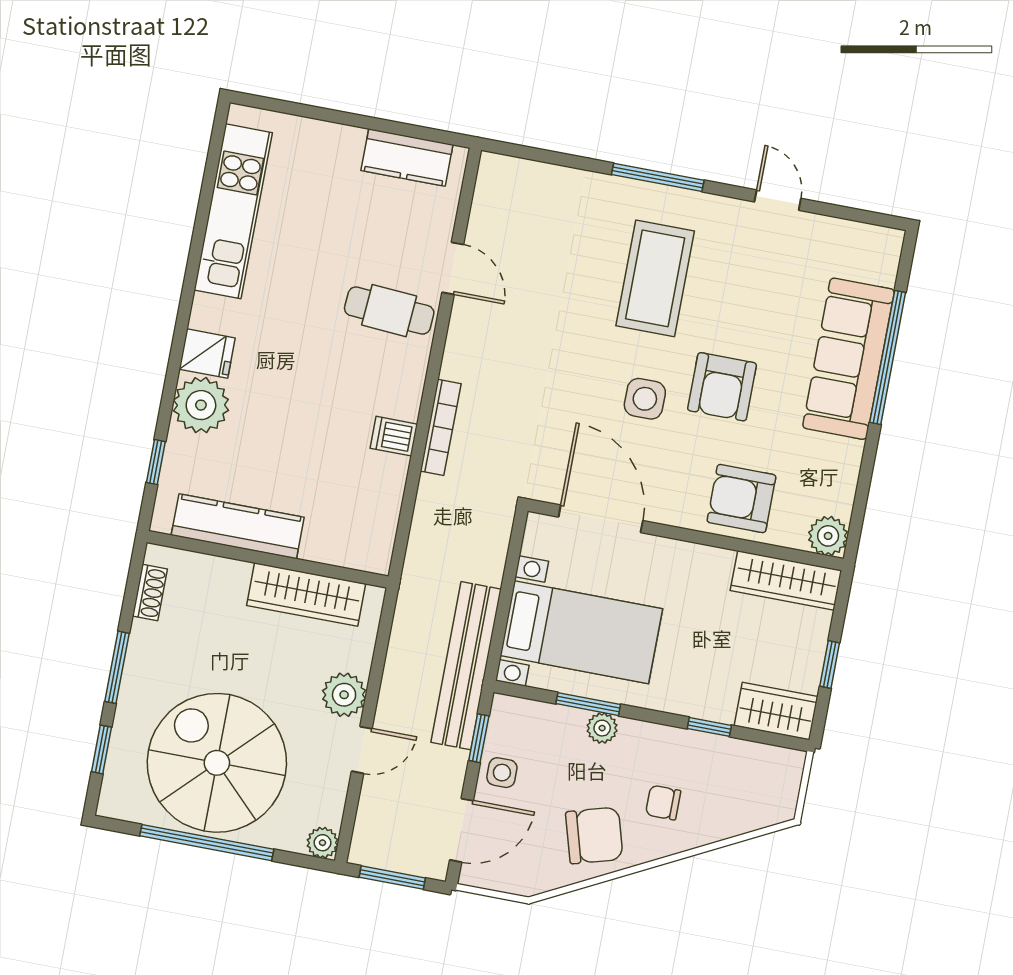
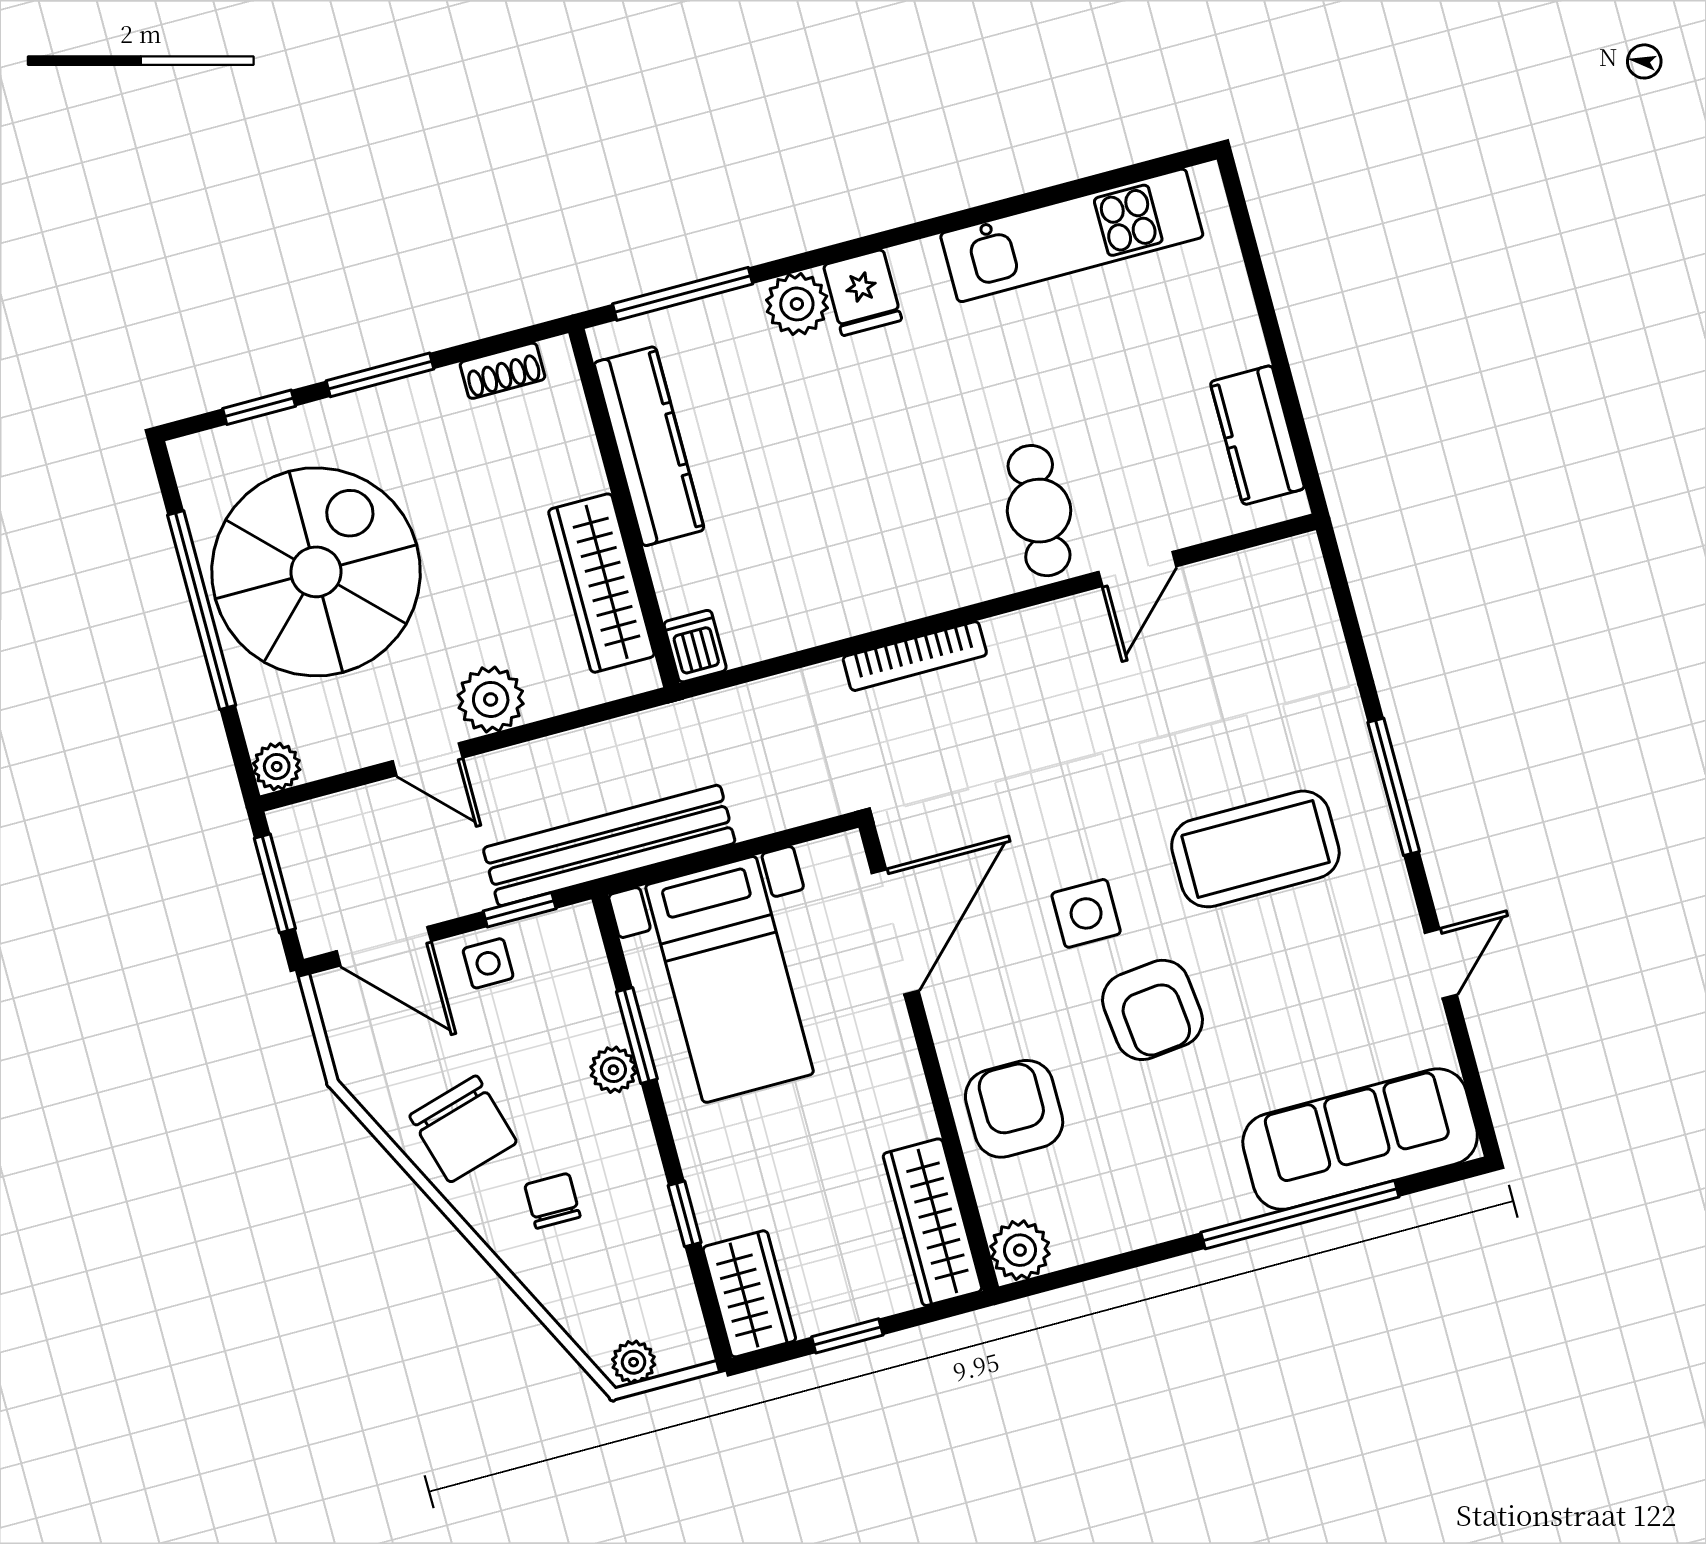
sofa: (848, 359) -> (1360, 1139), moved
armchair: (722, 387) -> (1152, 1010), turned -96
plant: (201, 405) -> (797, 304), width x0.73, depth x0.73
dishwasher: (394, 436) -> (695, 646), moved
window: (156, 462) -> (683, 294), width x2.17
plant: (784, 801) -> (634, 1362), added

